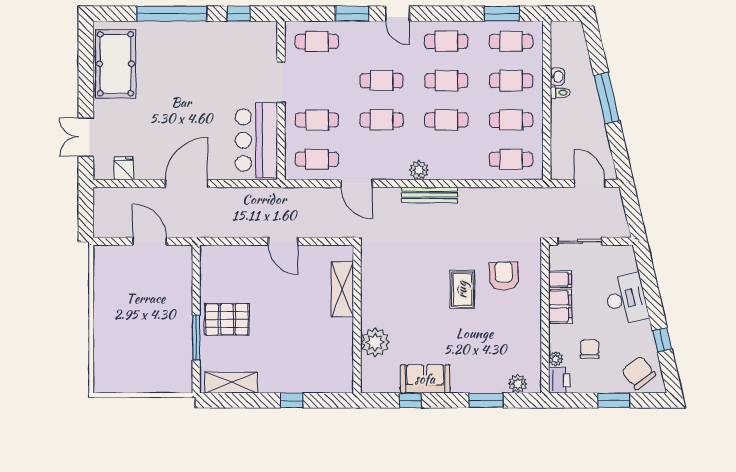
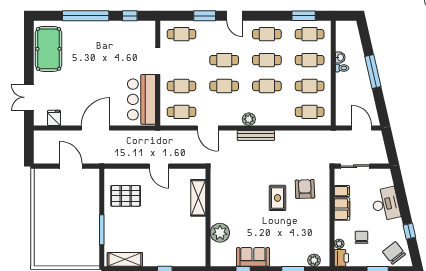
pallet: (227, 319) -> (126, 196), moved

